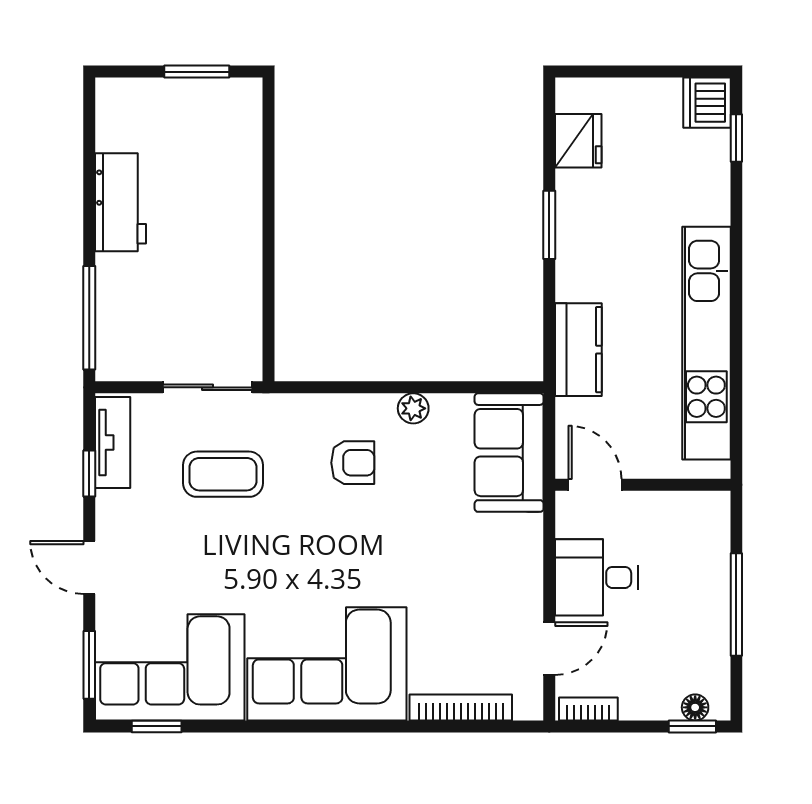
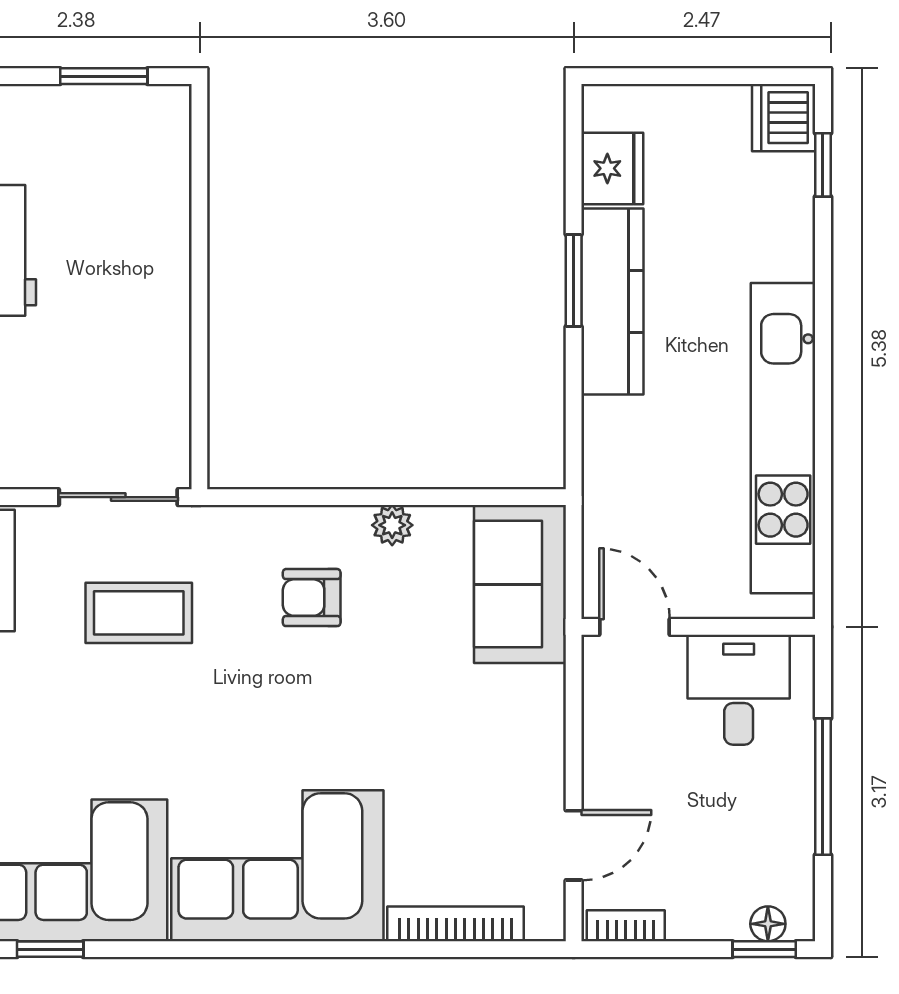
kitchen counter: (578, 350) -> (612, 301), moved, width x1.50
armchair: (353, 463) -> (312, 598), turned 180
desk: (596, 577) -> (739, 690), moved, turned 90

